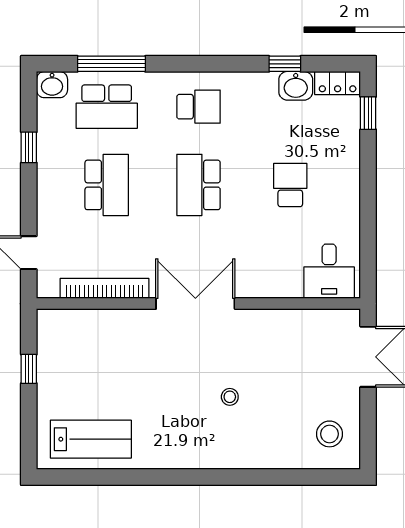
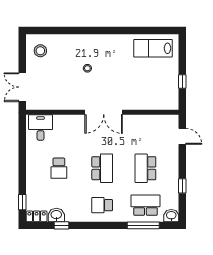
bookcase: (104, 288) -> (147, 119), removed

